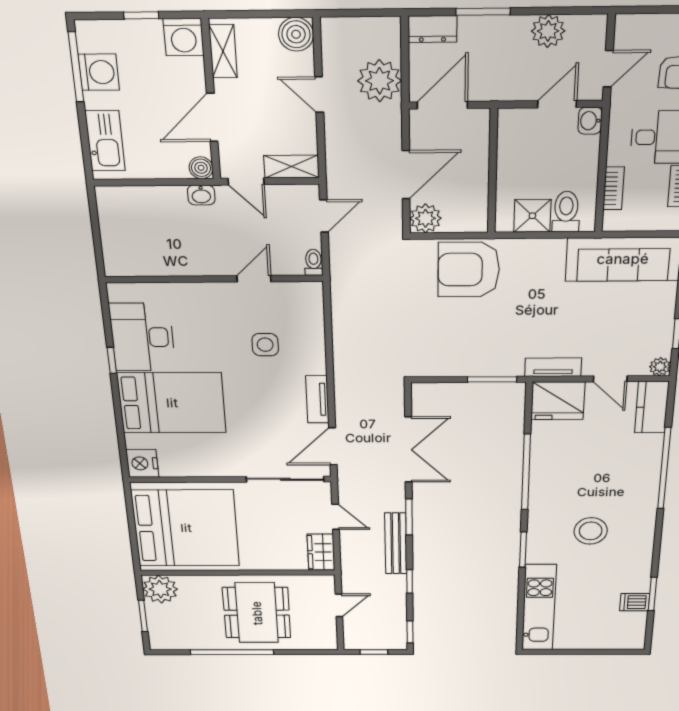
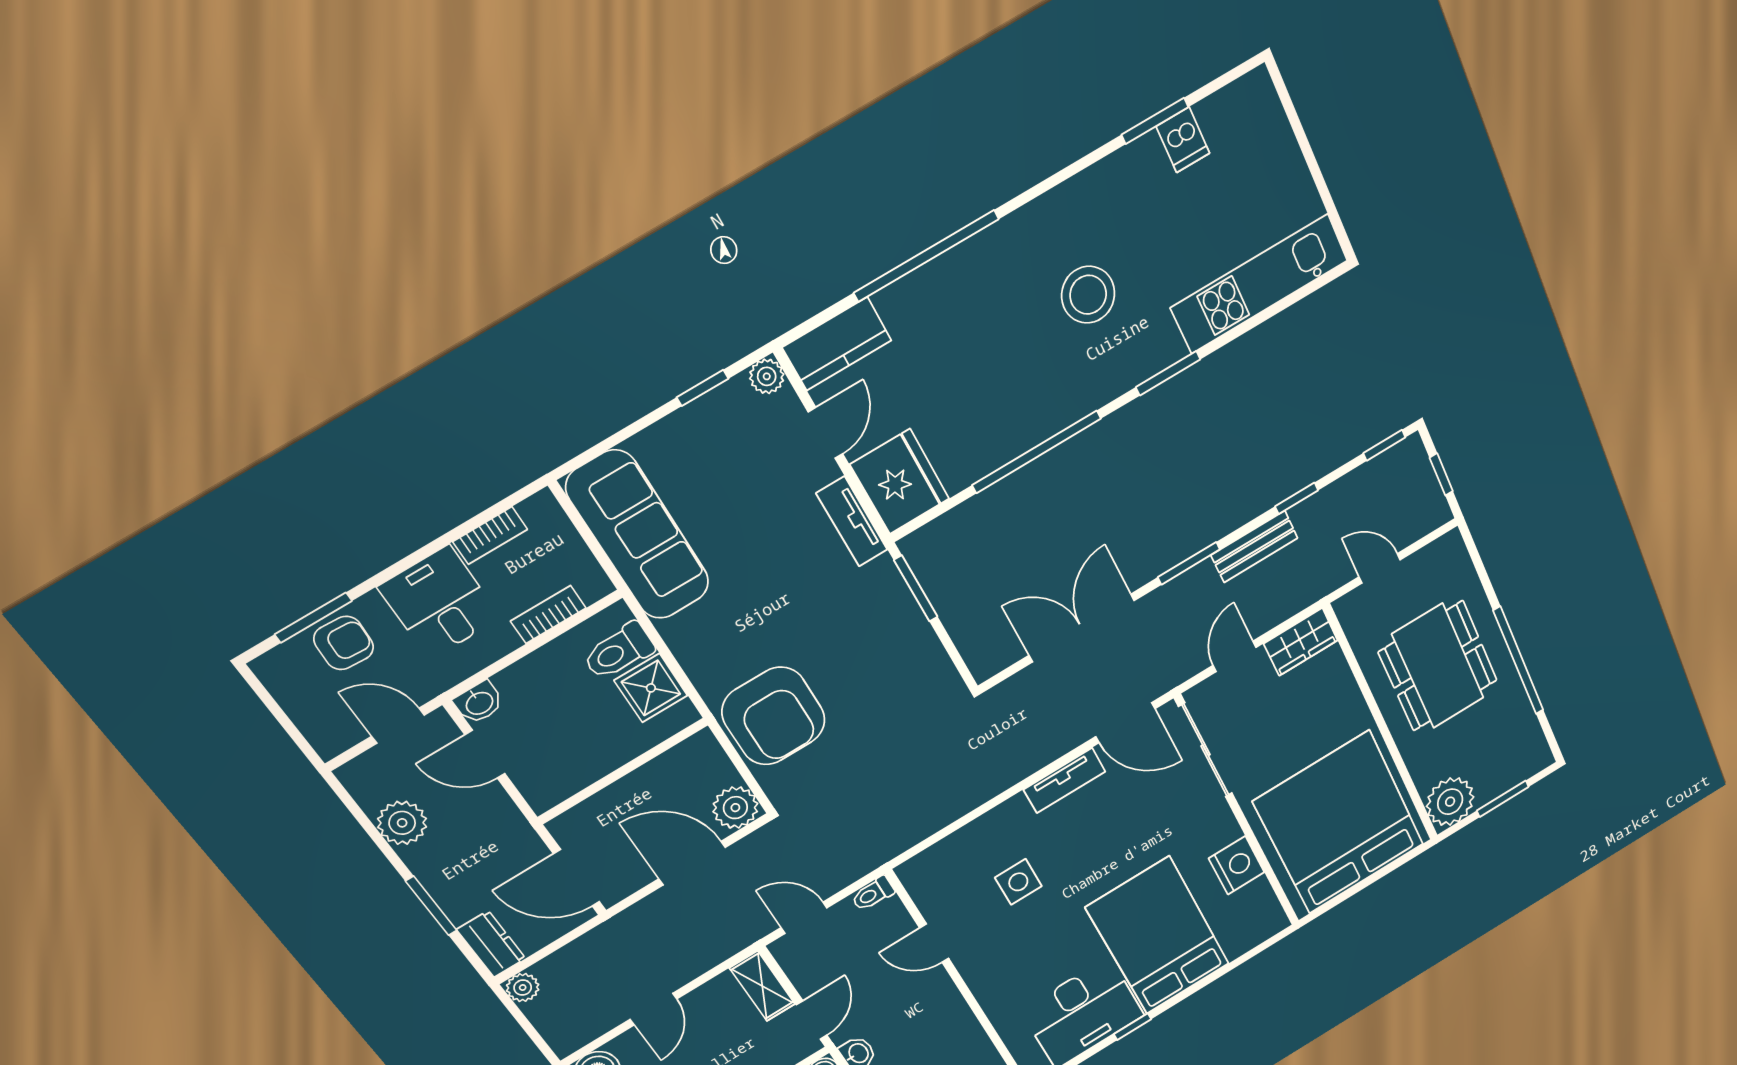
plant: (380, 81) -> (523, 988), moved, width x0.53, depth x0.53
nightstand: (142, 463) -> (1237, 865), moved, turned -90
bench: (396, 543) -> (1254, 547), width x0.73
dining table: (257, 613) -> (1438, 666), turned 90

